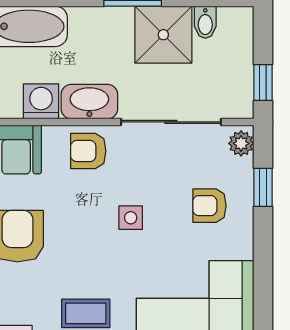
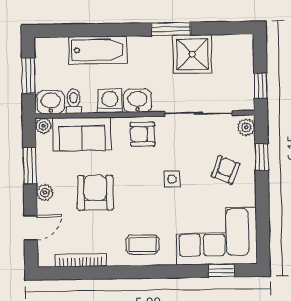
bidet: (205, 22) -> (221, 45), removed
washbasin: (89, 102) -> (137, 101), width x0.72
armchair: (210, 206) -> (225, 170), turned 112

